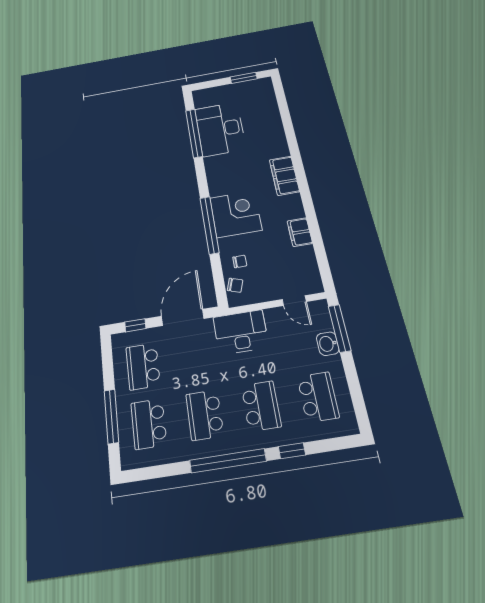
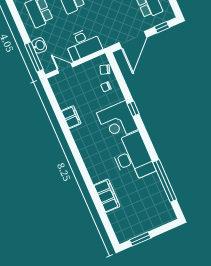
desk: (220, 129) -> (132, 157), moved
filing cabinet: (284, 176) -> (107, 196), moved
window: (209, 225) -> (133, 109), width x0.32
desk: (241, 332) -> (83, 44), moved

